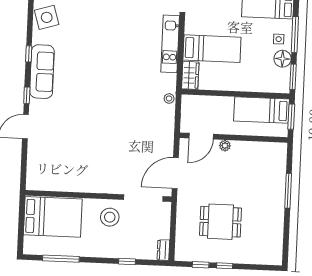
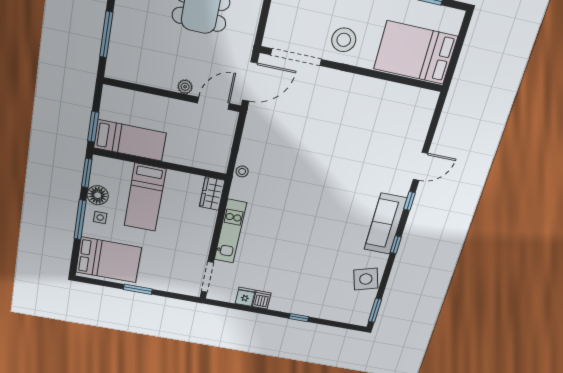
bed: (212, 49) -> (145, 197), moved, turned -90
door: (201, 136) -> (213, 103), moved
wall: (234, 138) -> (173, 95), moved
plant: (225, 146) -> (185, 87), moved

